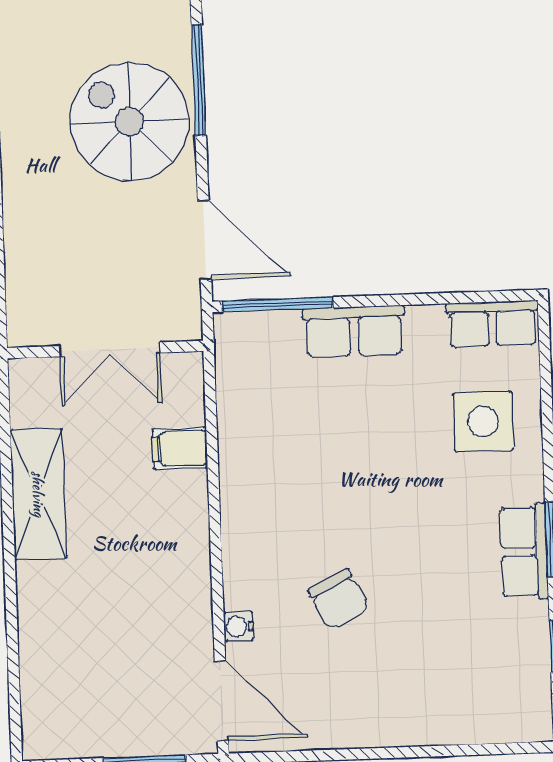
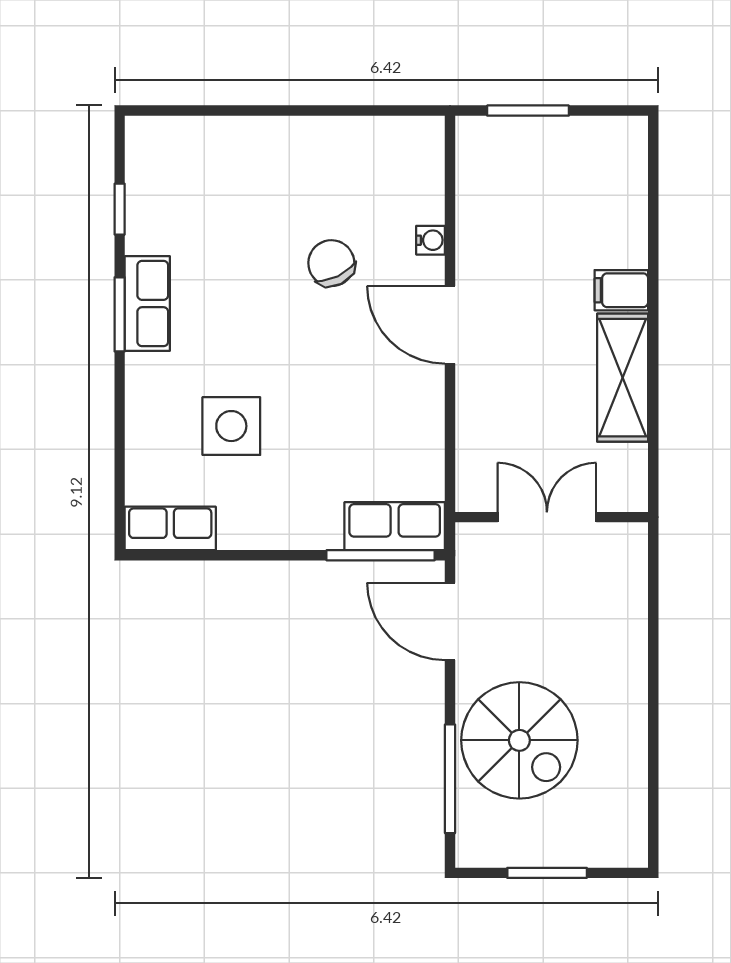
row of seats: (354, 331) -> (395, 526), moved
side table: (483, 421) -> (231, 426), moved
filing cabinet: (180, 448) -> (621, 290), moved, turned 180
door: (222, 701) -> (450, 325), moved

